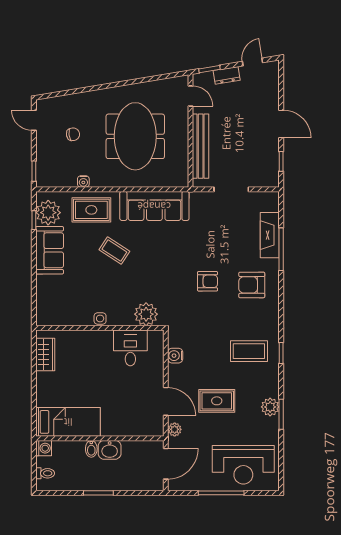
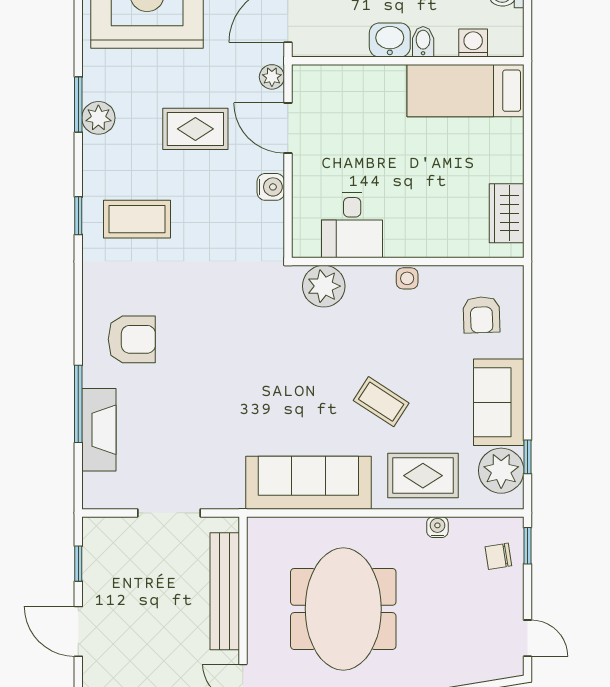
chair: (73, 134) -> (498, 556), moved
armchair: (208, 281) -> (481, 315), moved, turned -92
water cooler: (175, 356) -> (271, 187), moved
washing machine: (44, 448) -> (473, 43), moved, turned 90

